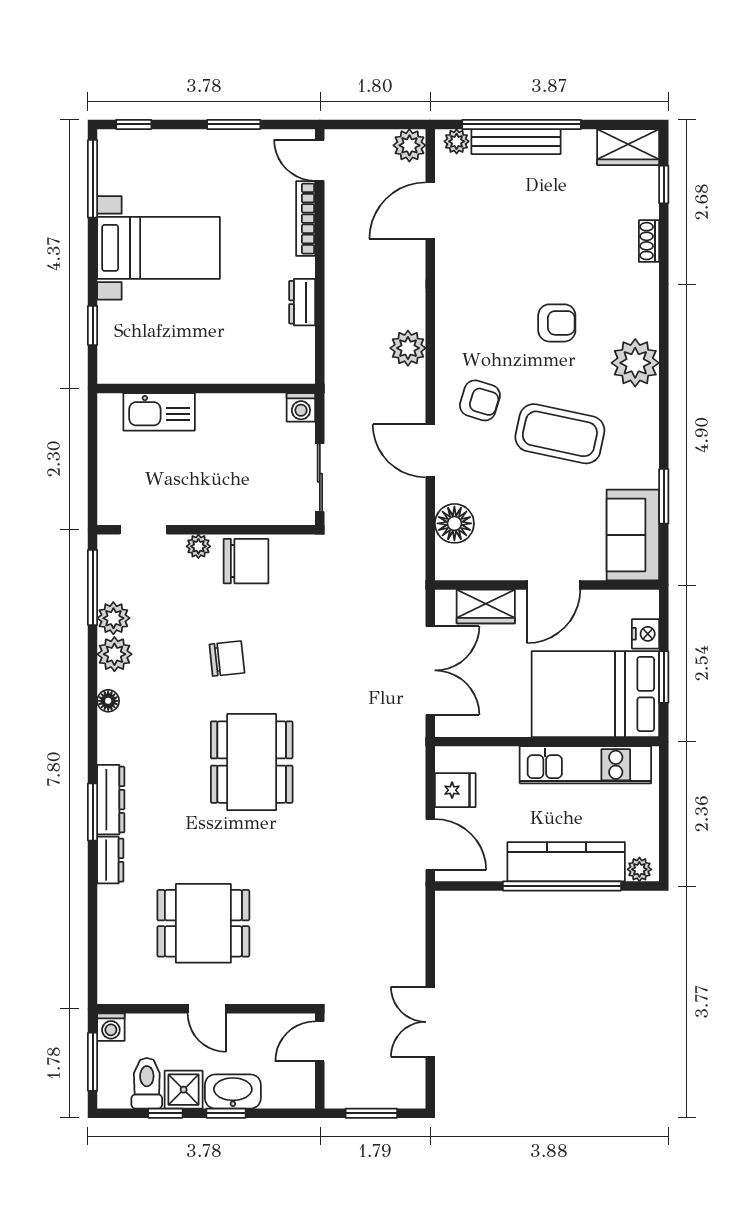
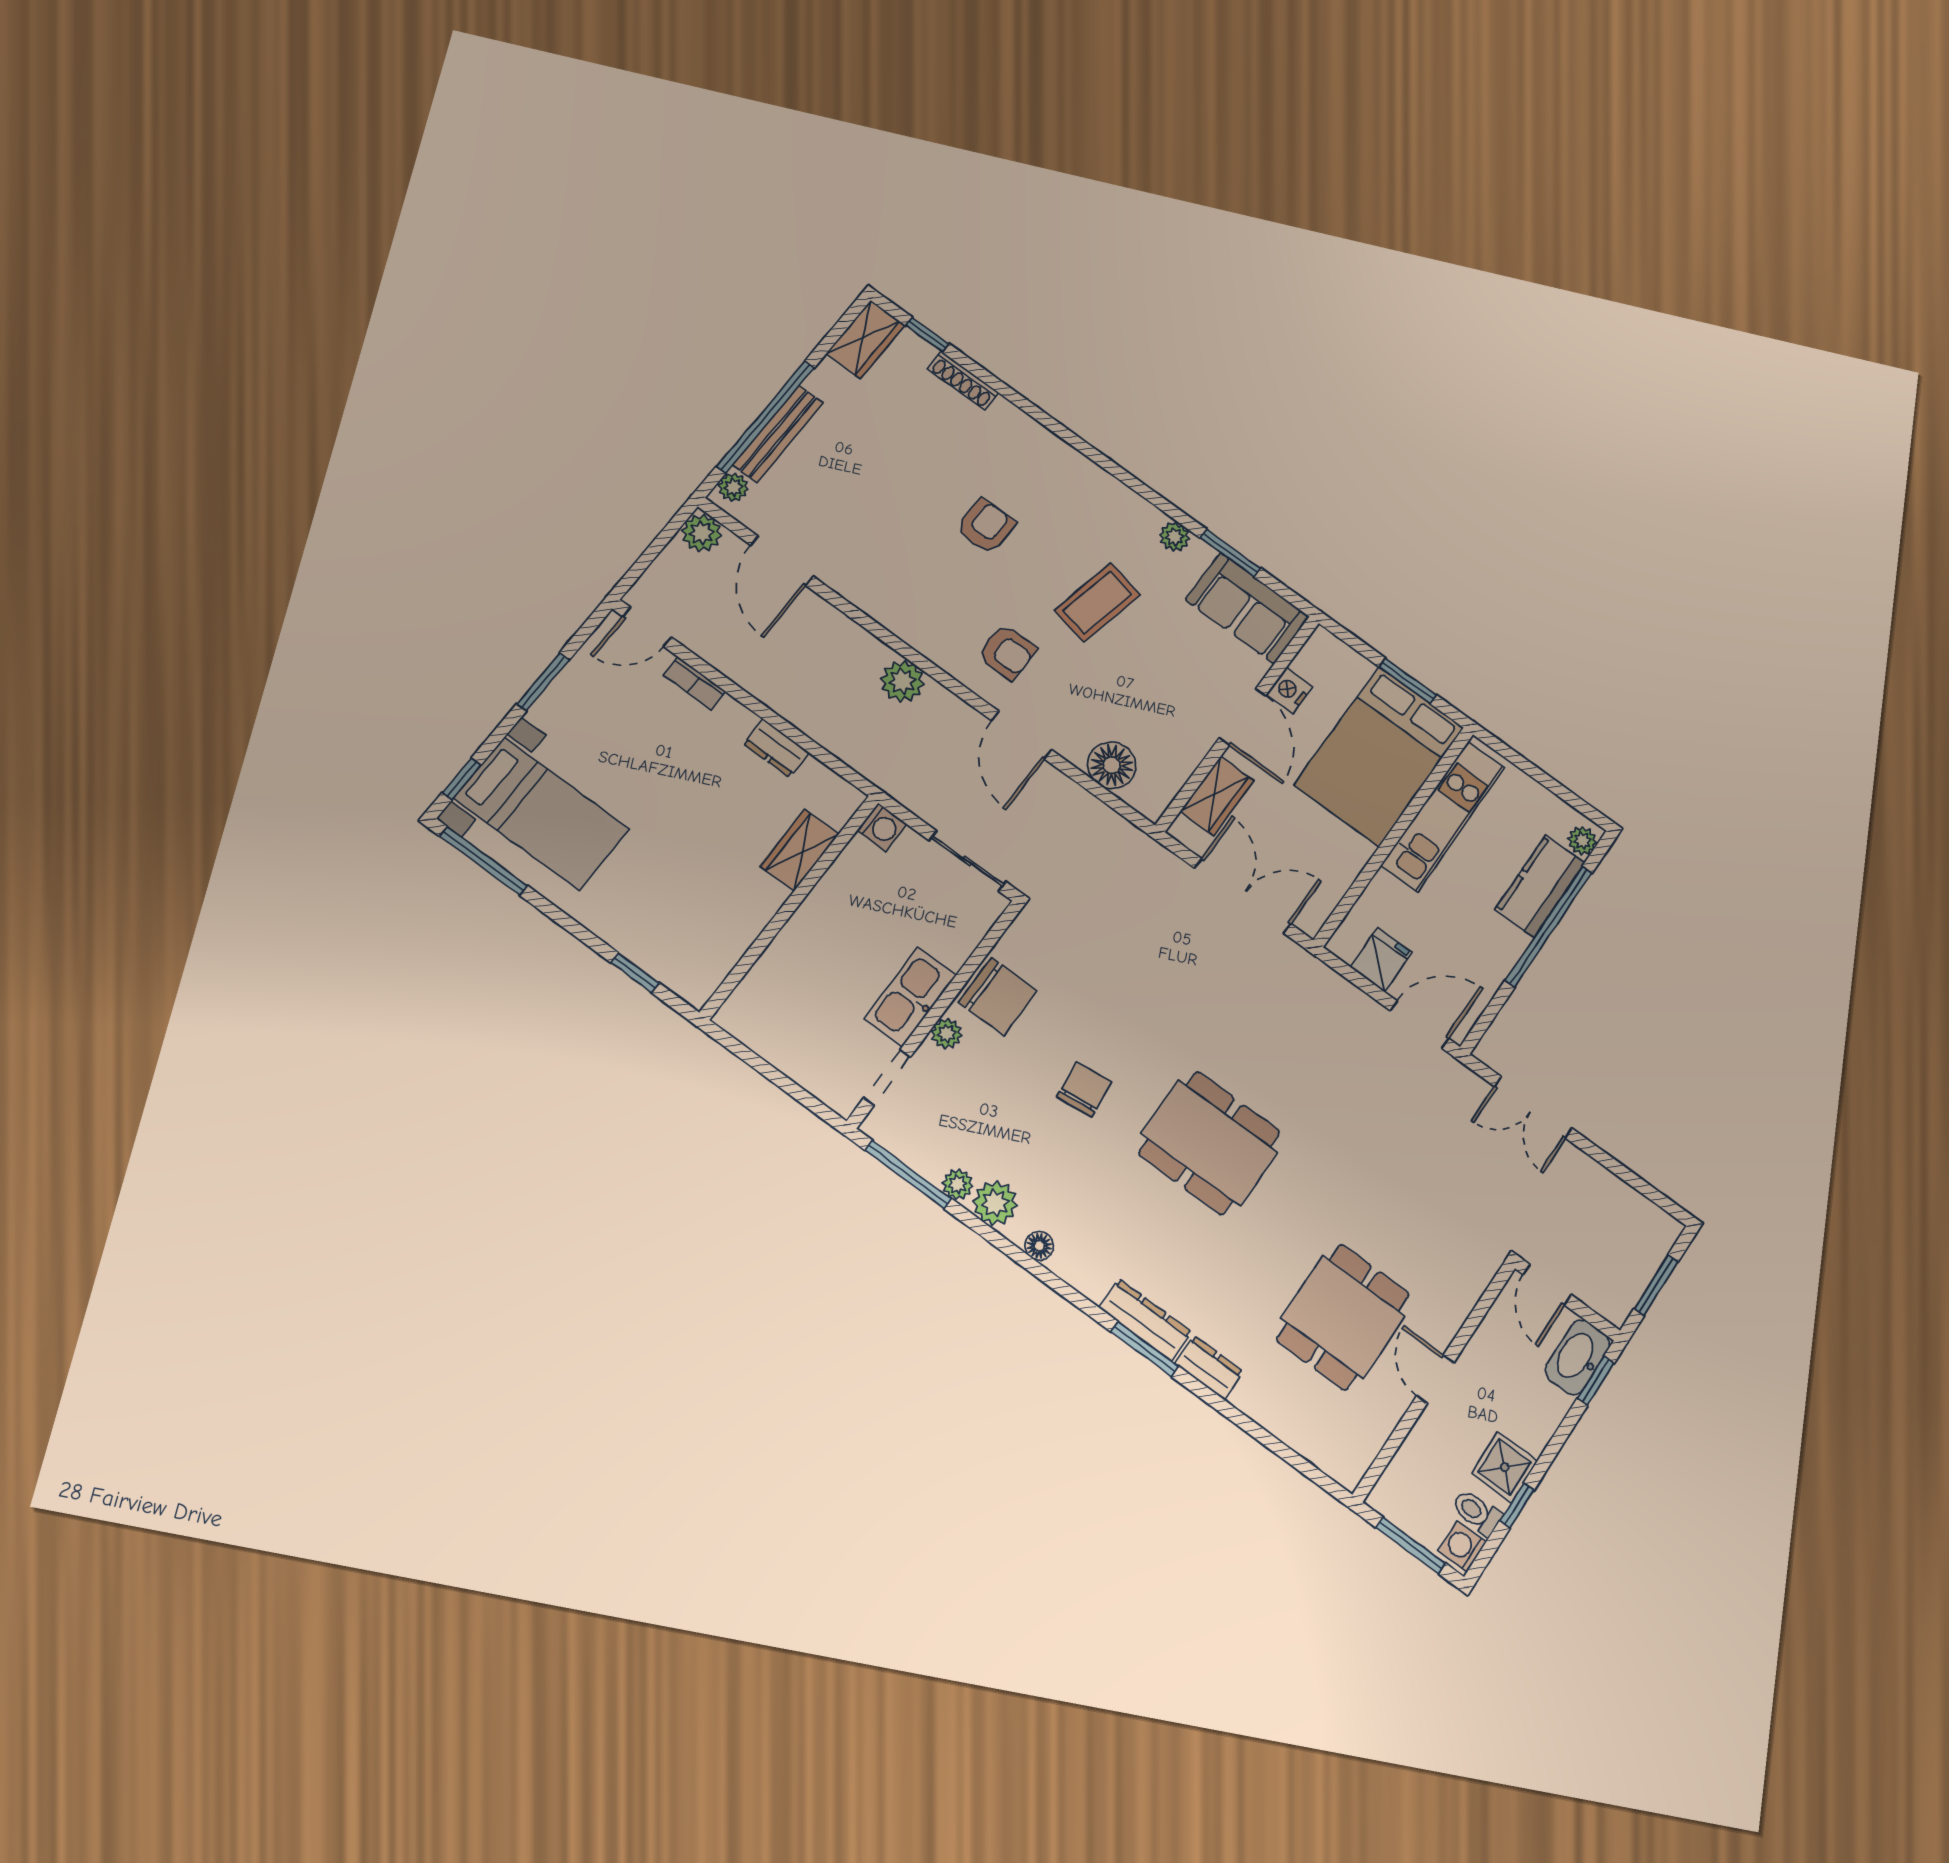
bookcase: (306, 219) -> (695, 683), width x0.64
shoe rack: (649, 241) -> (963, 381), width x1.43
bed with nightstands: (159, 248) -> (542, 814), moved, turned 90
plant: (635, 363) -> (1174, 537), moved, width x0.53, depth x0.53
wardrobe: (247, 367) -> (800, 850), added
armchair: (480, 400) -> (1007, 652), turned 73
kitchen sink: (159, 412) -> (910, 997), moved, turned 180
coffee table: (560, 434) -> (1097, 603), width x0.73, depth x0.76
door: (430, 451) -> (1022, 735), hinge flipped
chair: (246, 561) -> (998, 997), turned 90
plant: (113, 618) -> (958, 1184), width x0.73, depth x0.73
nightstand: (646, 634) -> (1290, 690), moved, turned -90
kitchen counter: (566, 862) -> (1540, 886), width x0.67
door: (207, 1009) -> (1435, 1379), swing flipped
double door: (430, 1022) -> (1533, 1107), moved
washing machine: (111, 1027) -> (1462, 1546), moved, turned 180
toilet: (147, 1083) -> (1477, 1513), width x0.73, depth x0.72
washbasin: (233, 1092) -> (1578, 1357), moved
window: (226, 1113) -> (1596, 1381), moved

